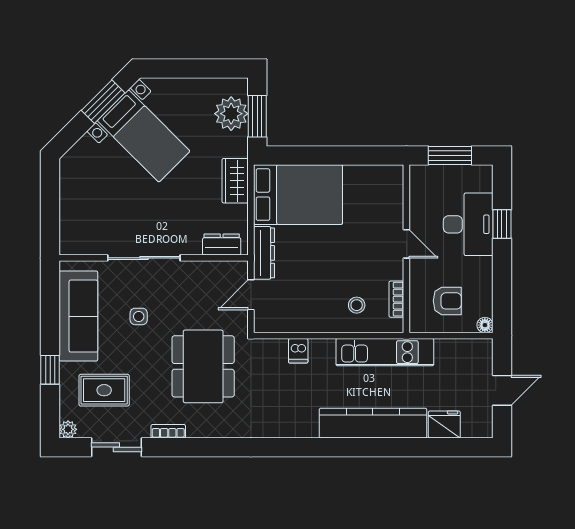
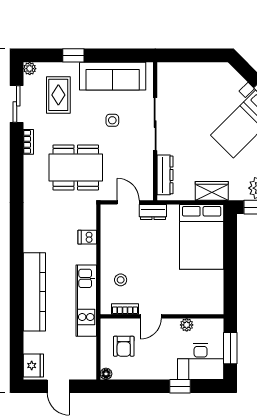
plant: (418, 215) -> (187, 325), added
desk: (468, 224) -> (201, 362), moved
dresser: (222, 244) -> (165, 175), width x1.44
door: (406, 244) -> (151, 316), moved
dresser: (264, 253) -> (153, 212), width x0.70
fridge: (444, 424) -> (33, 366), moved

